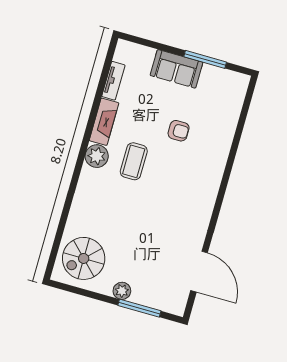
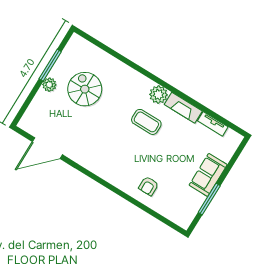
armchair: (179, 131) -> (149, 186), moved
spiral stairs: (84, 258) -> (85, 89), moved
window: (139, 308) -> (50, 65), moved

